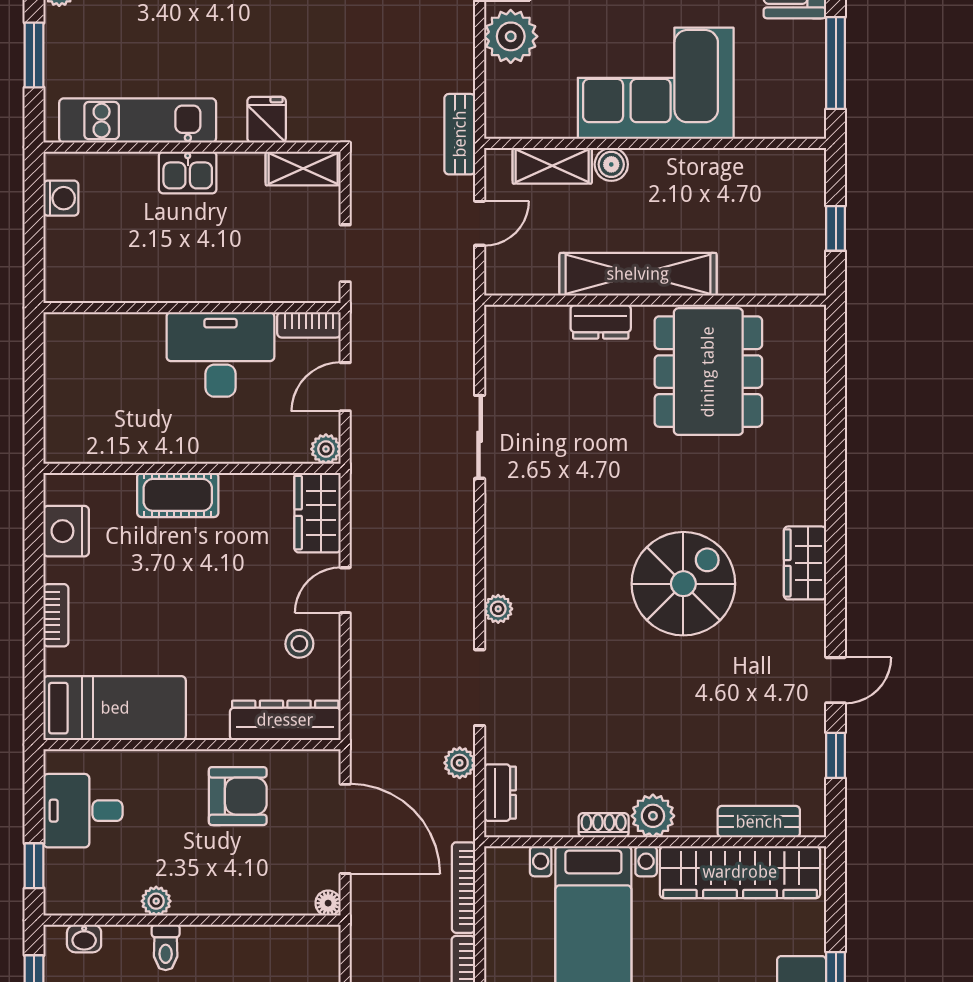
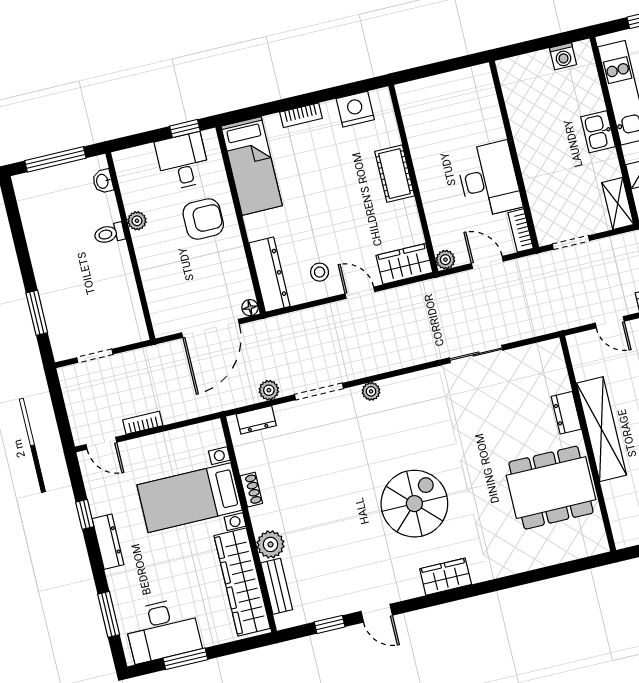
spiral stairs: (683, 584) -> (414, 504), turned -90
armchair: (238, 796) -> (203, 219), moved, turned -90
plant: (653, 816) -> (271, 544), moved
window: (34, 866) -> (185, 129), moved
bookcase: (464, 888) -> (191, 411), removed
floor lamp: (328, 903) -> (250, 308), moved

